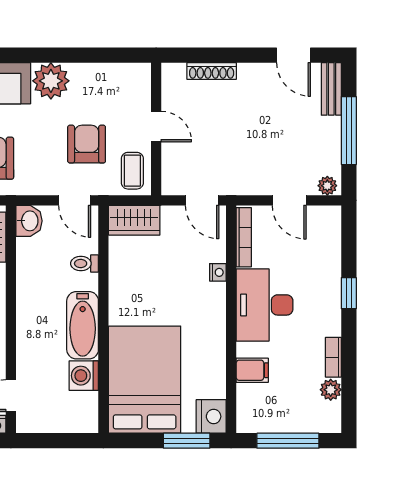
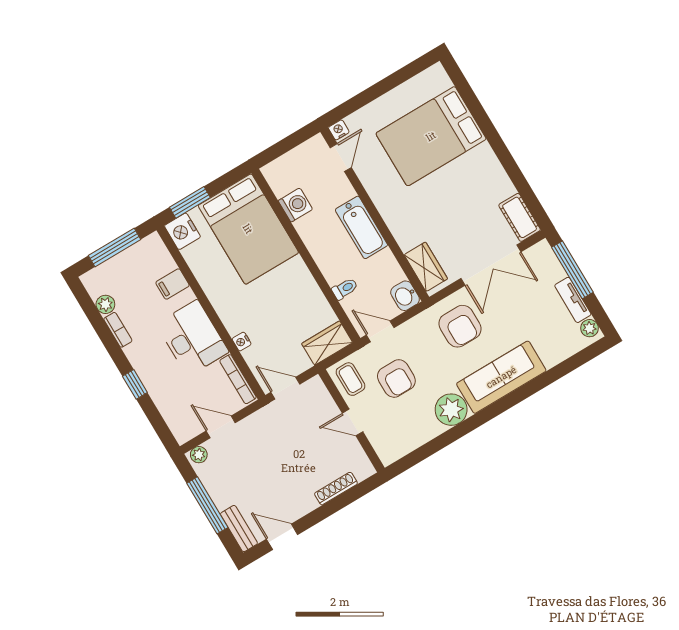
bathtub: (83, 325) -> (361, 227), moved, turned 180

